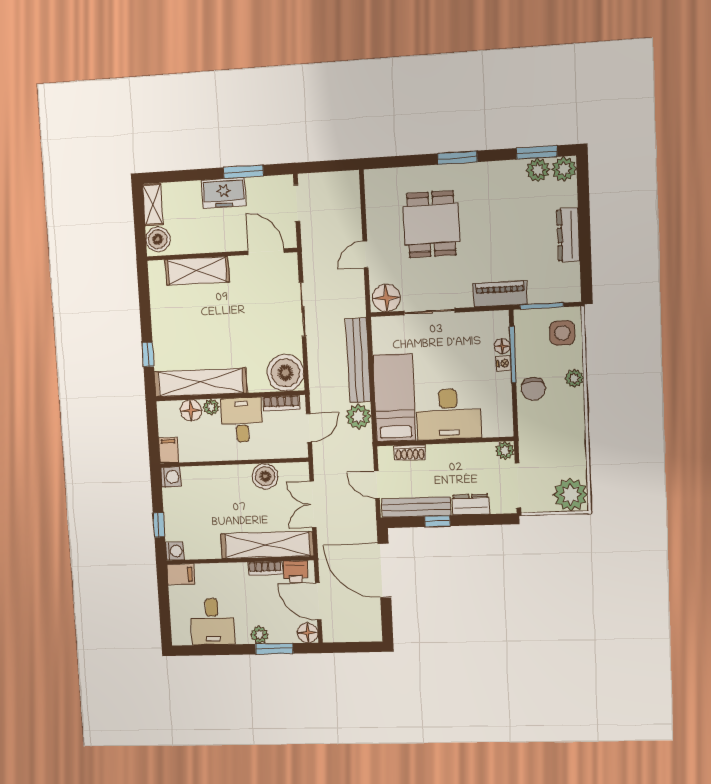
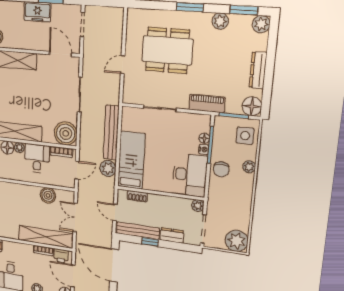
plant: (538, 170) -> (220, 21), moved
dining table: (431, 224) -> (167, 50), width x1.38
floor lamp: (386, 298) -> (252, 106), moved
desk: (449, 414) -> (190, 175), moved, turned -90

